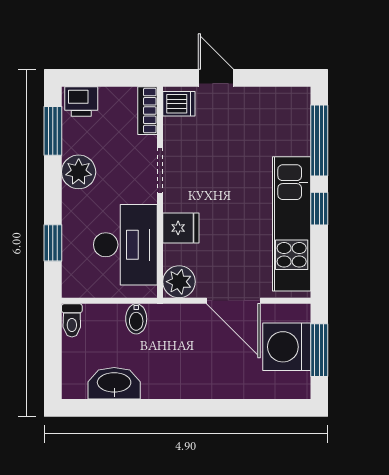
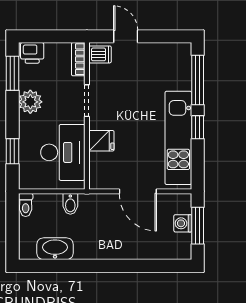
plant: (179, 282) -> (100, 178), removed
washing machine: (287, 347) -> (183, 223), width x0.53, depth x0.53

